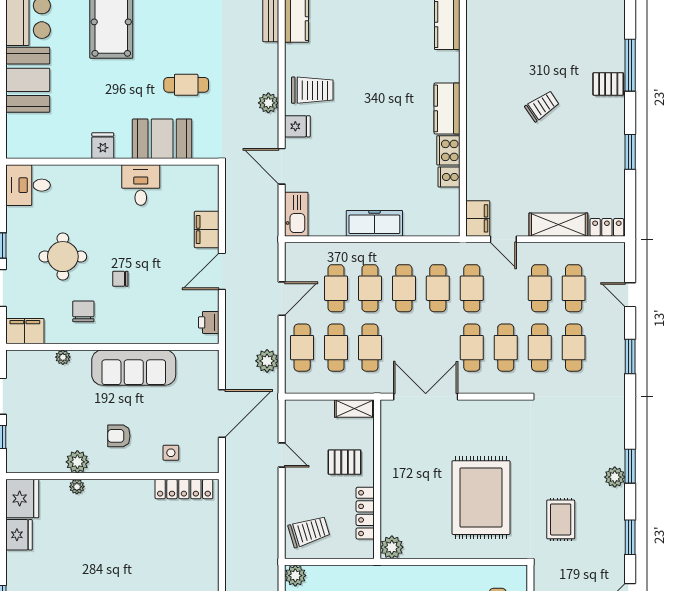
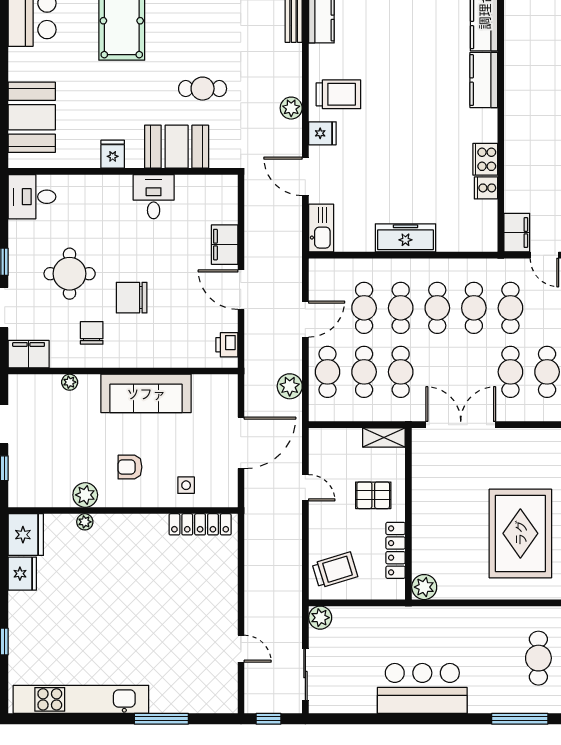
booth: (28, 80) -> (32, 117), moved
kitchen counter: (447, 108) -> (484, 80), moved
door: (222, 271) -> (241, 290), hinge flipped
chair: (120, 279) -> (132, 298), width x1.87, depth x1.87

